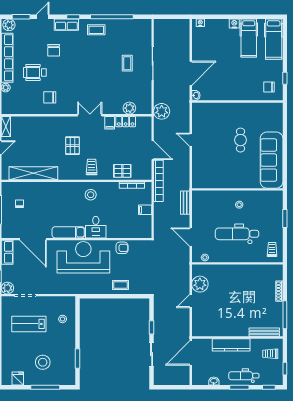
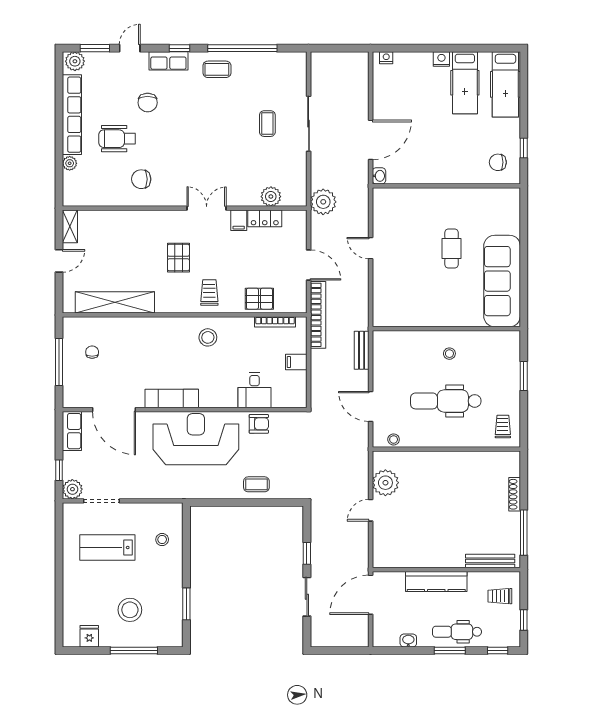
desk: (96, 227) -> (254, 390), moved

